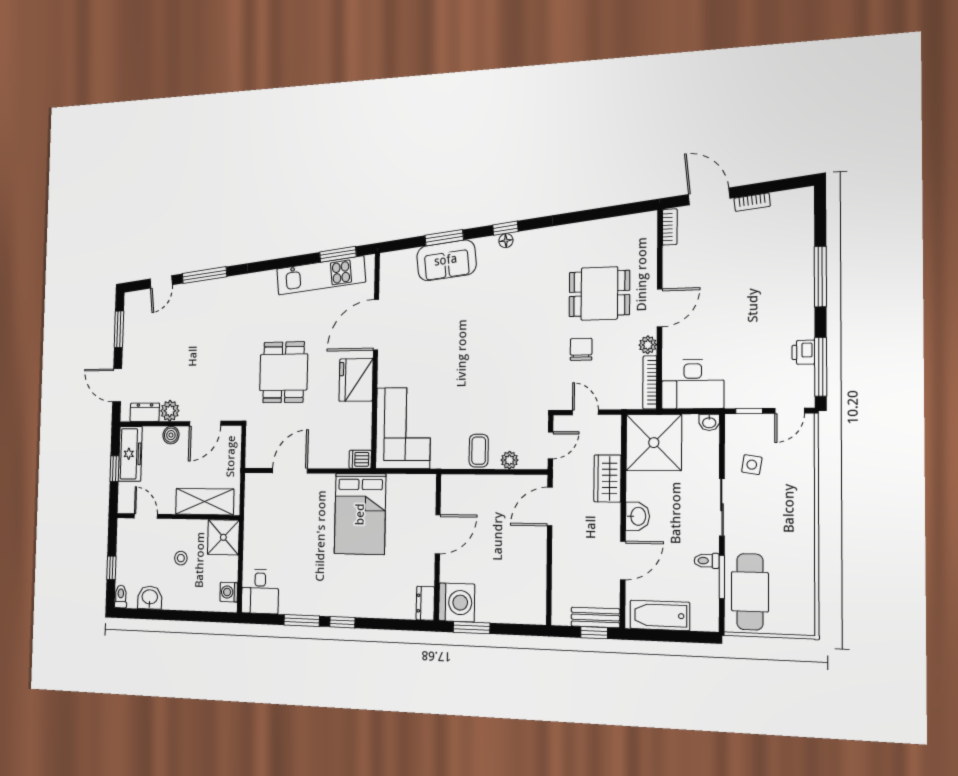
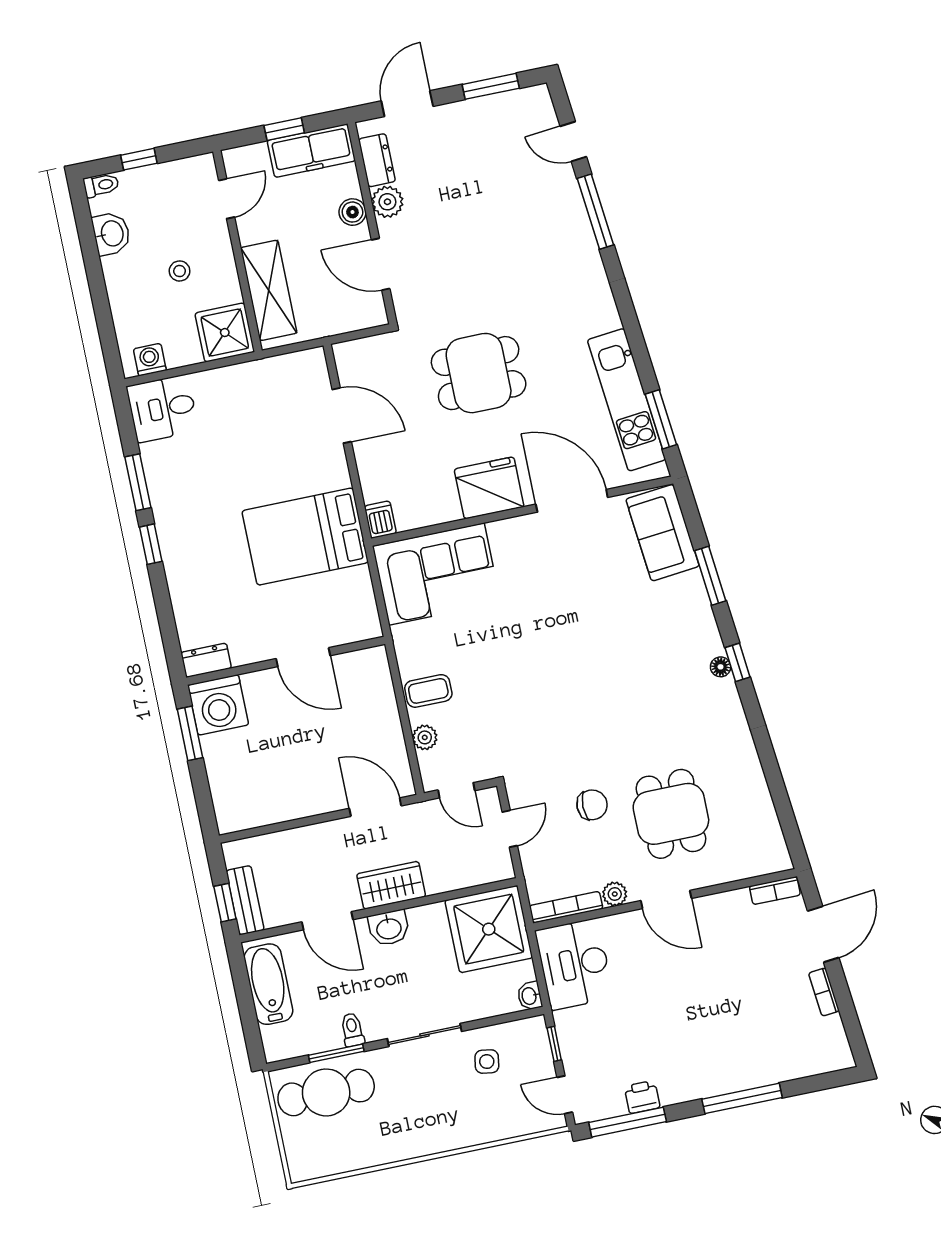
sofa: (446, 260) -> (663, 533), moved
wardrobe: (607, 478) -> (391, 885), moved

